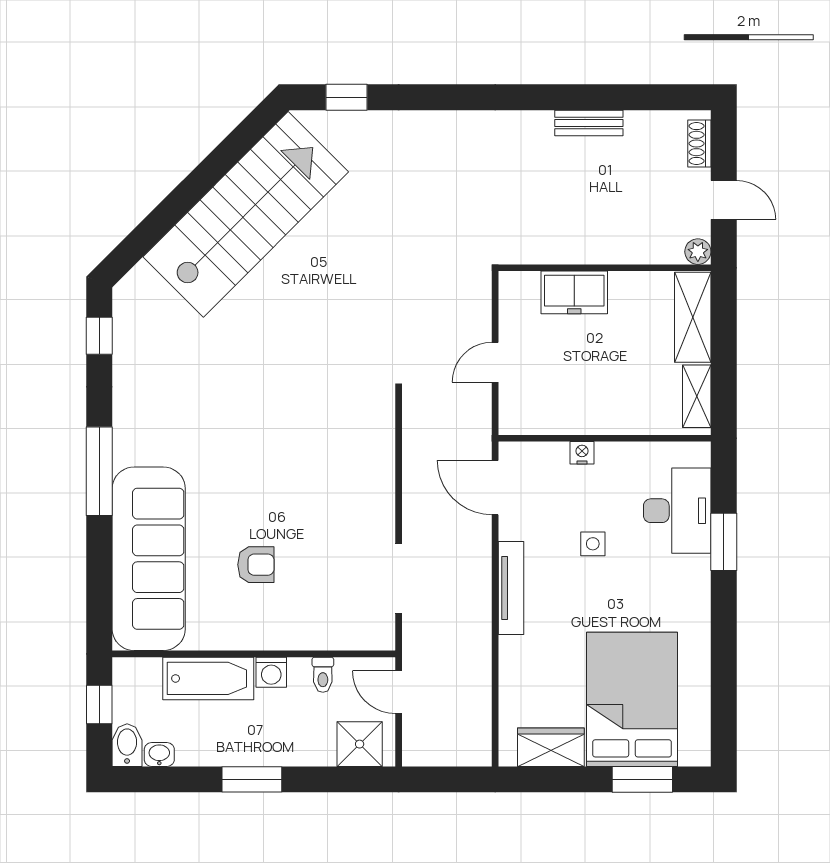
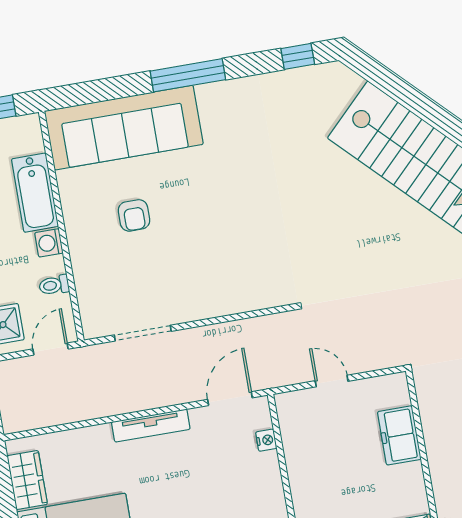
nightstand: (582, 453) -> (266, 440), moved
side table: (593, 544) -> (198, 486), removed

